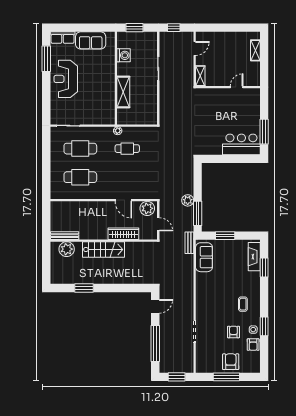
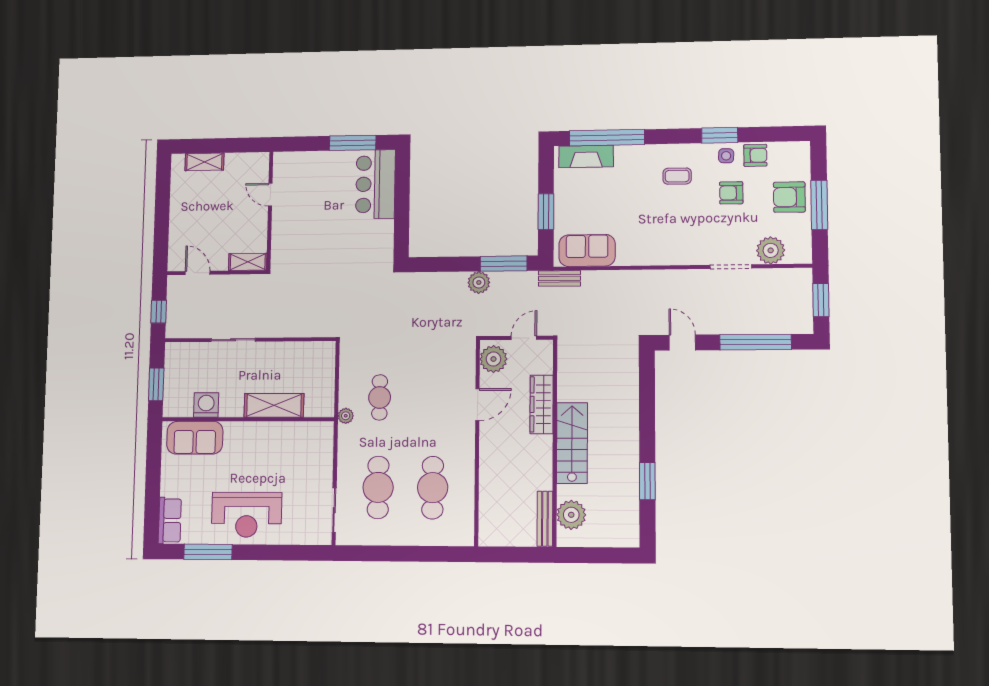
sofa: (91, 40) -> (195, 438), moved, turned 90
window: (264, 268) -> (607, 138), width x2.11
plant: (203, 352) -> (771, 250), added

